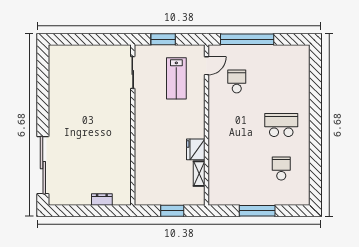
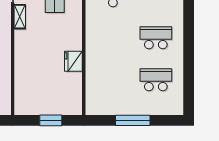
school desk: (281, 169) -> (156, 80), width x1.85
shelving: (199, 174) -> (20, 17), moved

